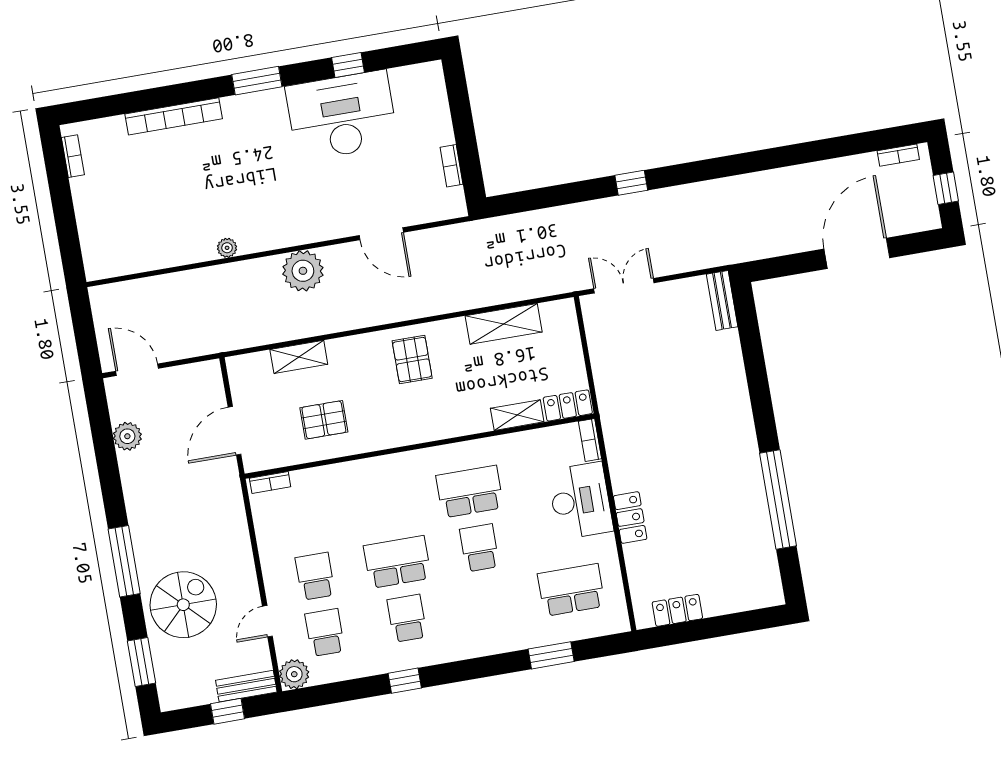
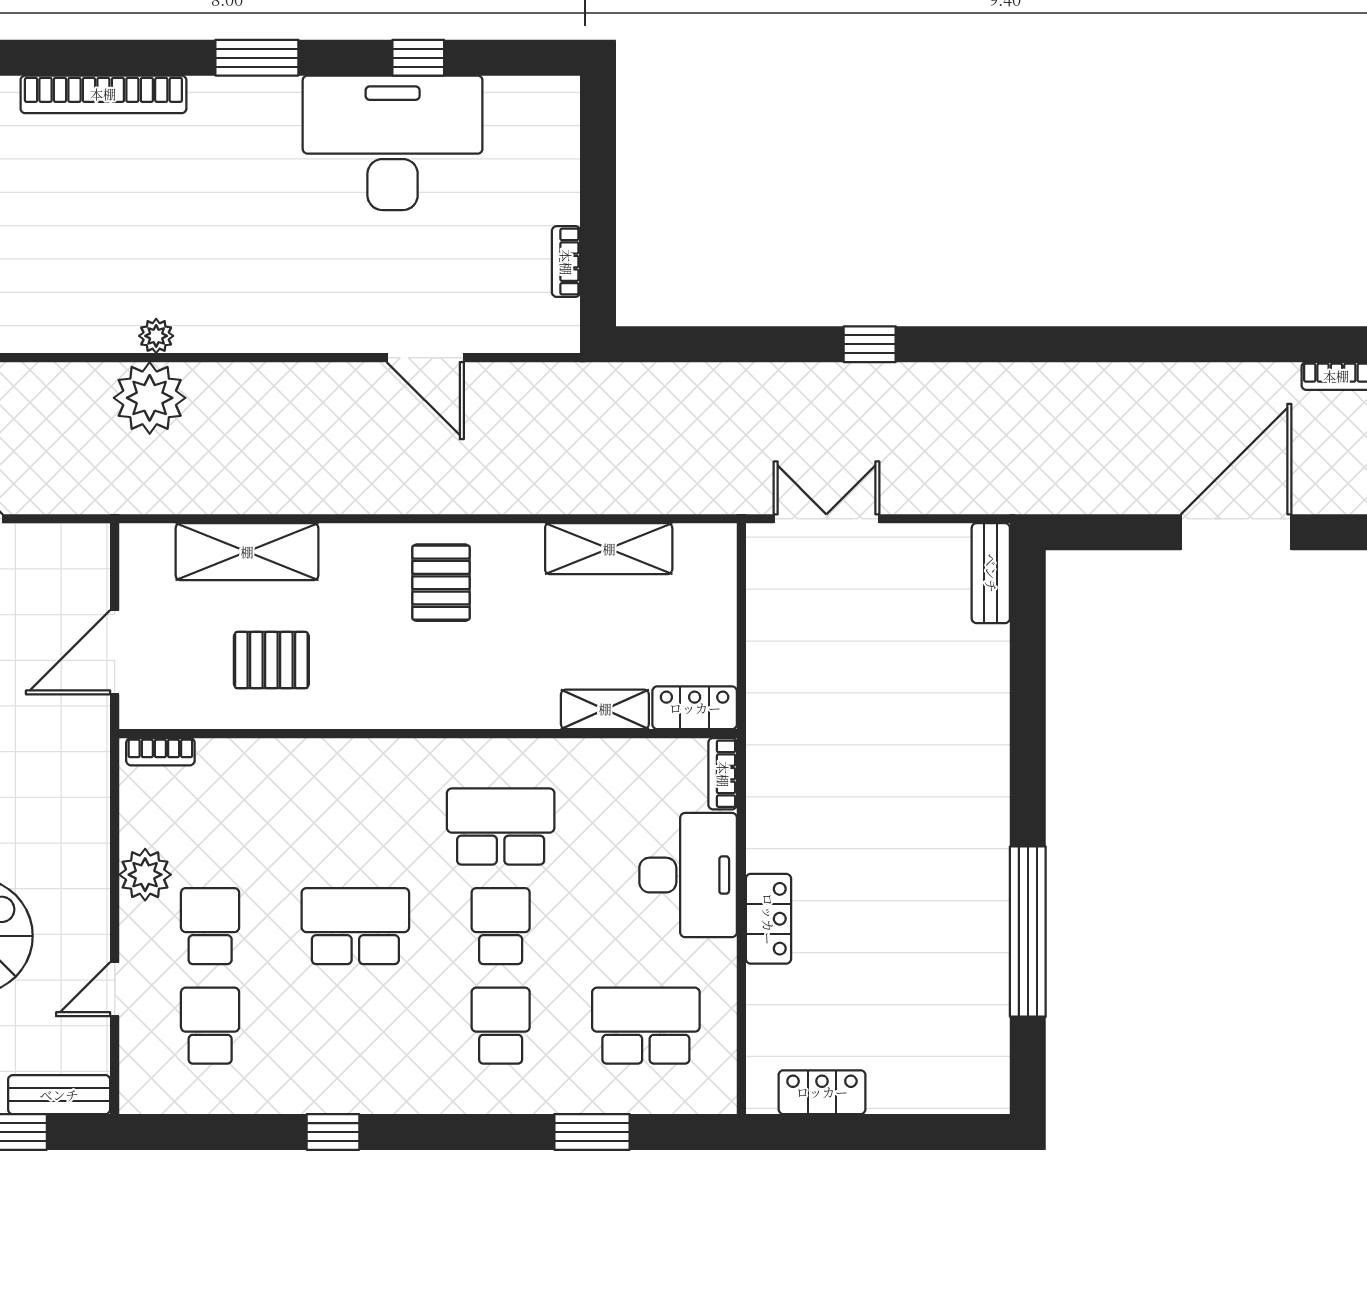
plant: (303, 271) -> (150, 398), moved
shelving: (299, 357) -> (247, 552), width x1.50, depth x1.33
school desk: (407, 618) -> (501, 1026), moved
plant: (294, 674) -> (145, 875), moved

